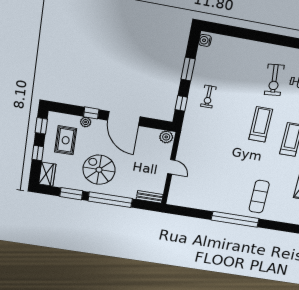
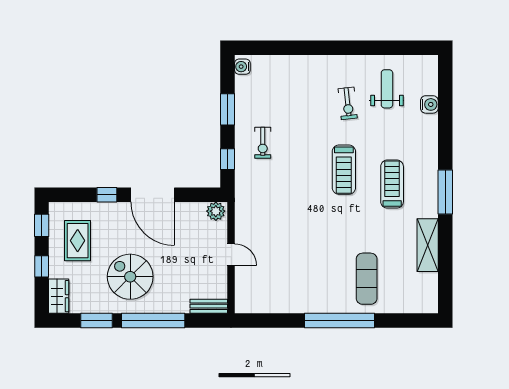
exercise bike: (274, 80) -> (348, 103), width x0.73, depth x0.72
plant: (86, 122) -> (101, 209), removed
treadmill: (261, 124) -> (344, 170), turned 180

